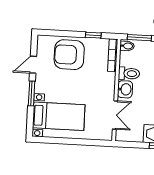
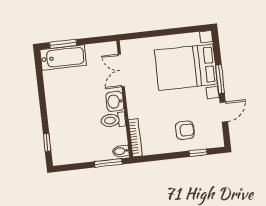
window: (93, 35) -> (198, 153), moved
armchair: (69, 55) -> (185, 130), width x0.53, depth x0.53
bed with nightstands: (59, 116) -> (186, 67), width x1.36

